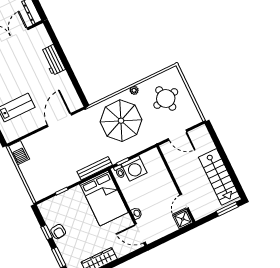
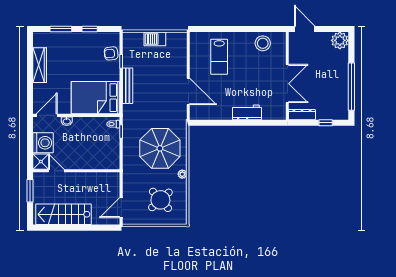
round table: (166, 99) -> (160, 200), turned -30
door: (177, 135) -> (121, 208), moved
barbecue: (19, 153) -> (155, 39), moved
bench: (95, 168) -> (128, 86), moved
washing machine: (134, 168) -> (43, 143), moved, turned 180
window: (227, 209) -> (30, 191), moved
armchair: (58, 232) -> (111, 53), moved

